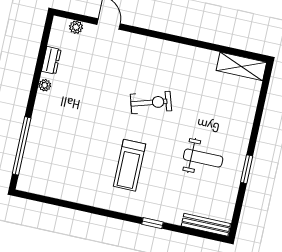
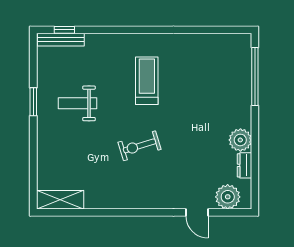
plant: (76, 27) -> (228, 197), width x1.87, depth x1.87
plant: (45, 85) -> (240, 140), width x1.88, depth x1.88
window: (152, 223) -> (64, 30), moved

